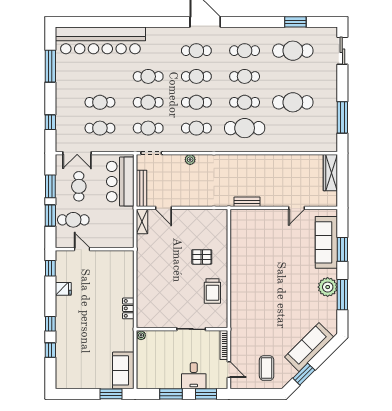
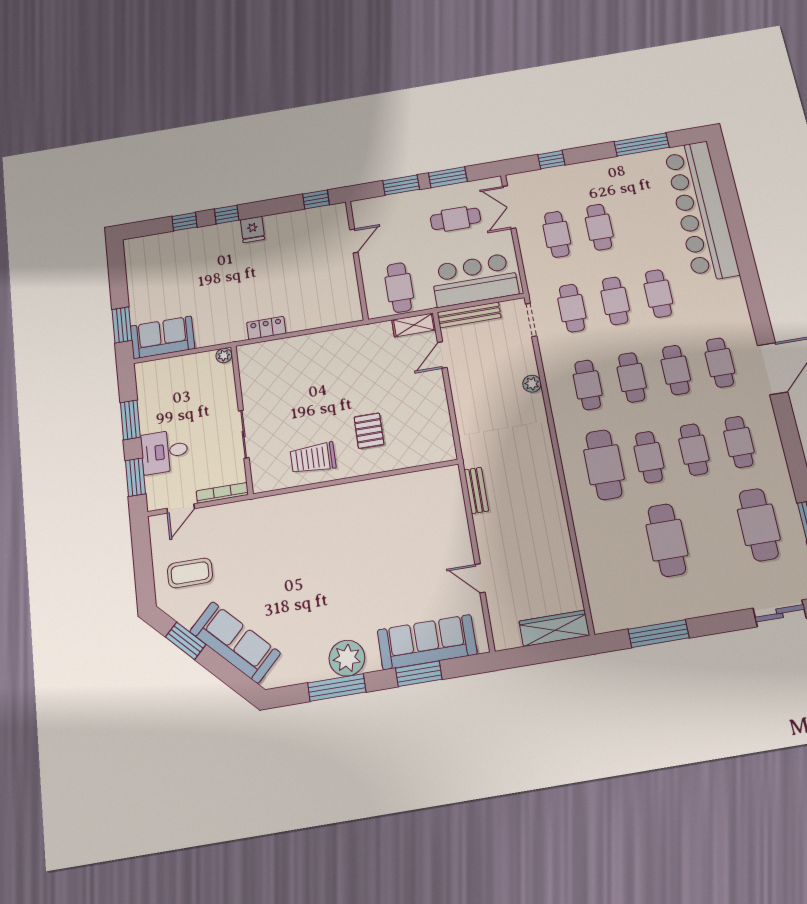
cafe table: (73, 220) -> (399, 288), moved
fridge: (63, 289) -> (253, 229), moved

